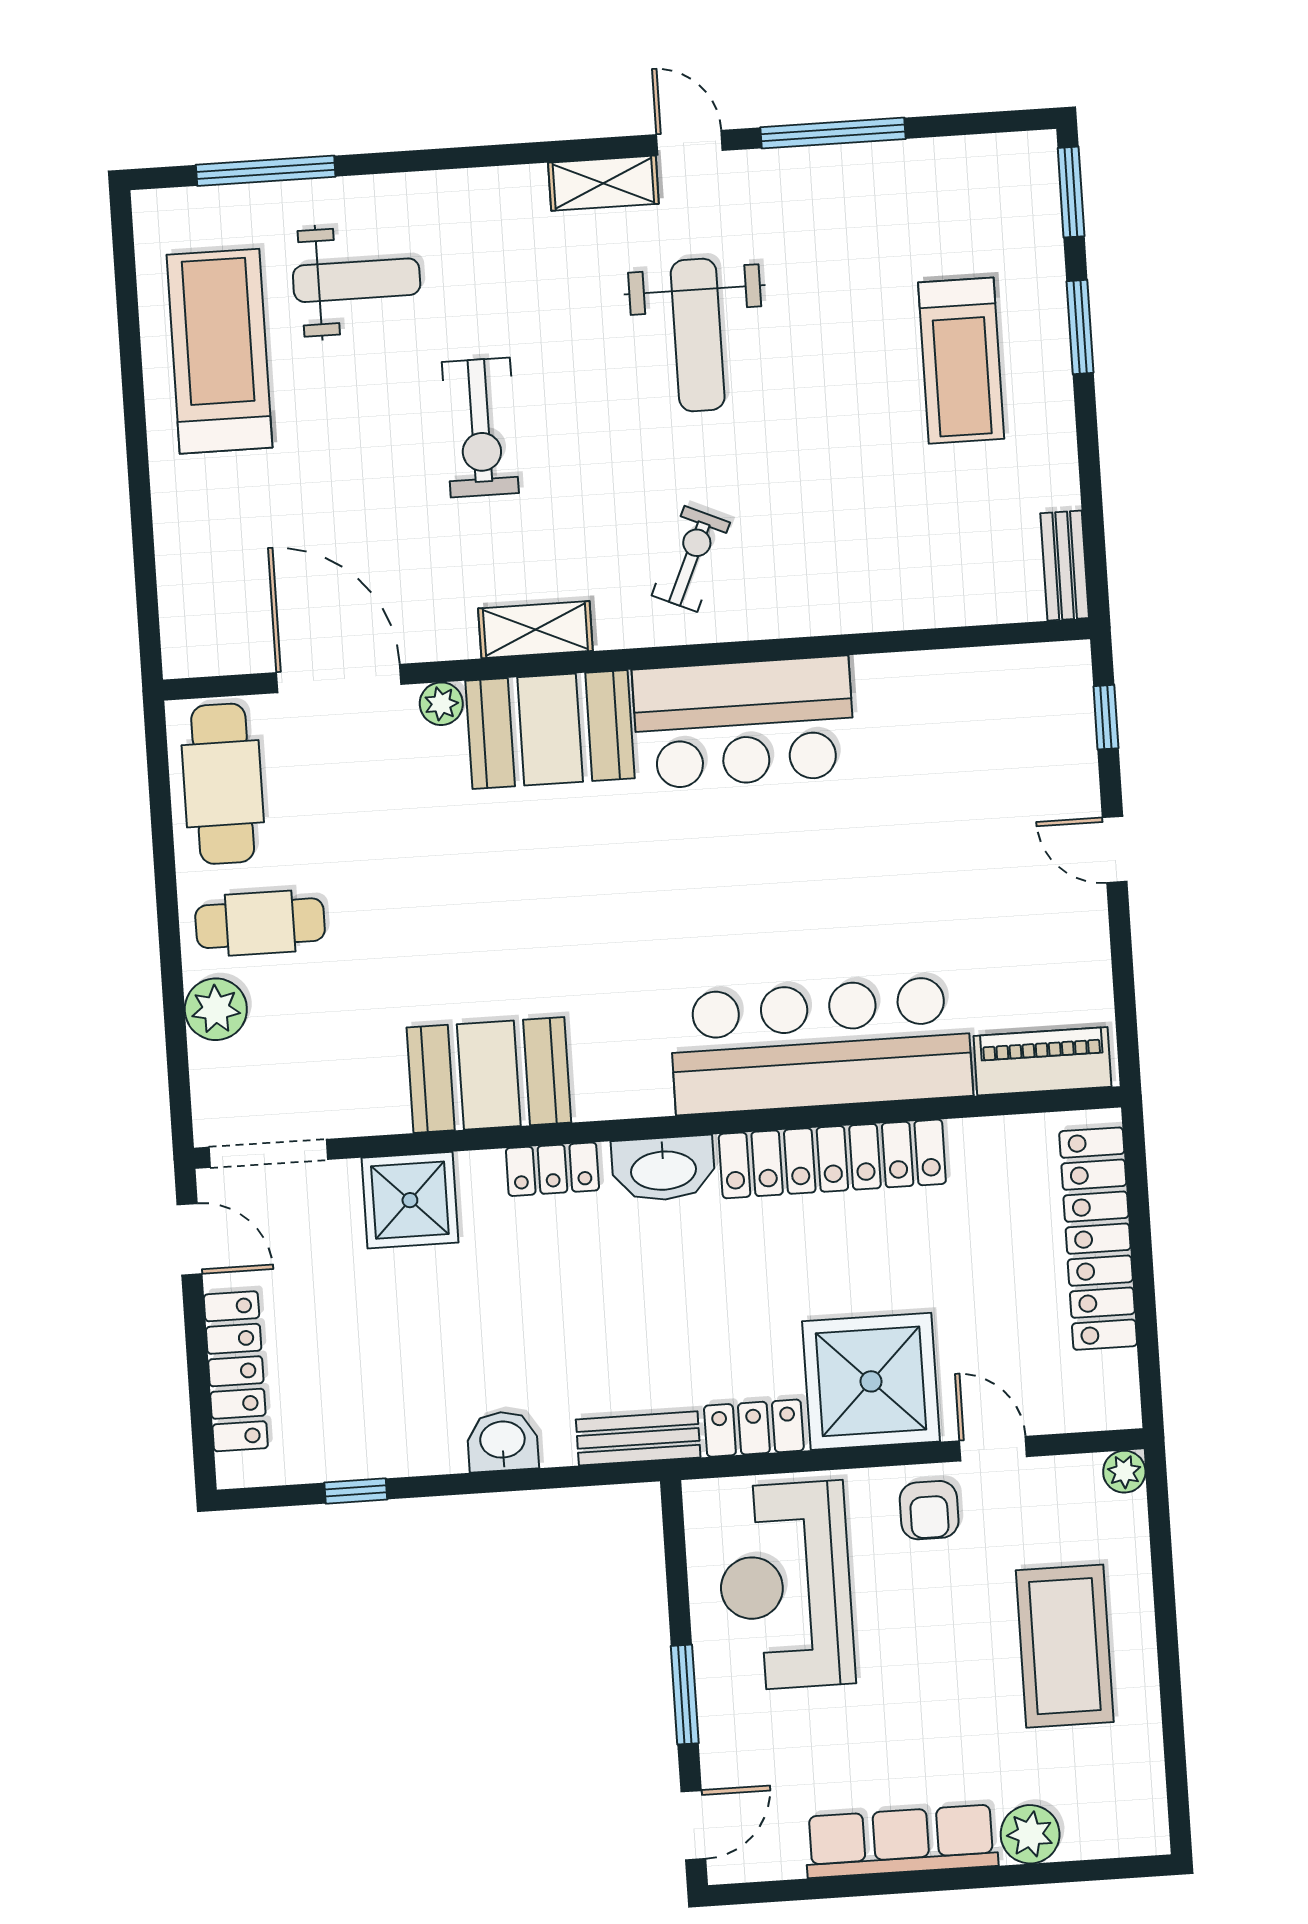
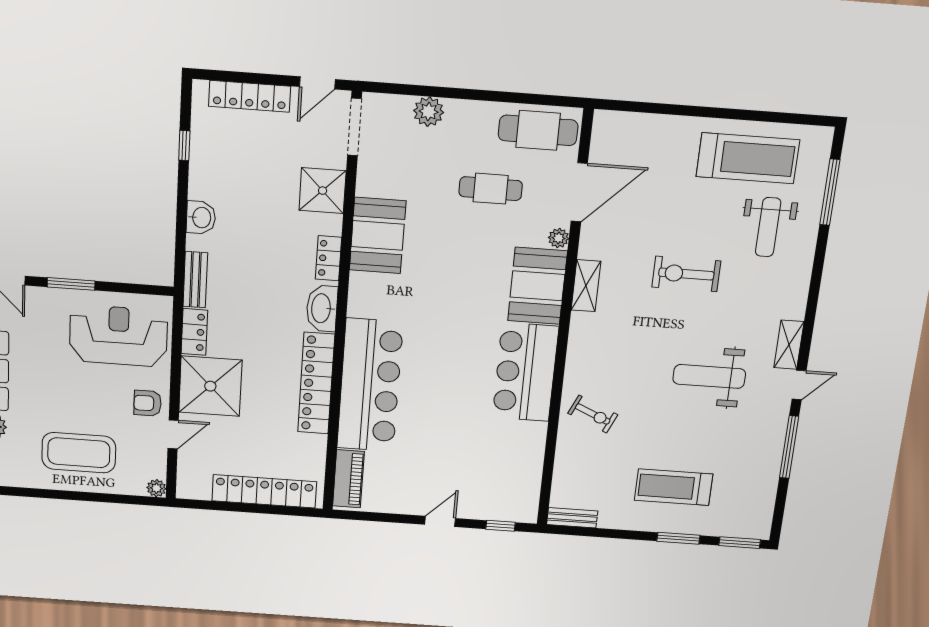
exercise bike: (691, 559) -> (593, 414), moved
cafe table: (260, 923) -> (491, 189), moved, turned 90

